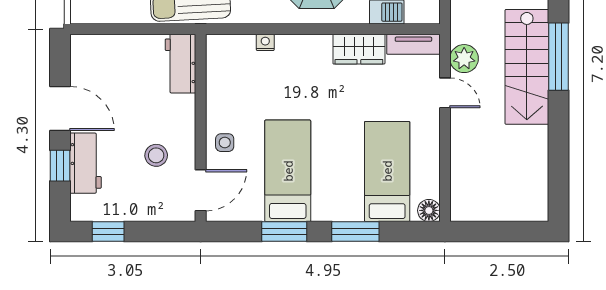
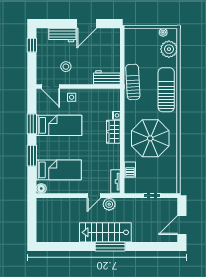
wardrobe: (359, 49) -> (113, 132), moved
window: (60, 166) -> (61, 24), removed

